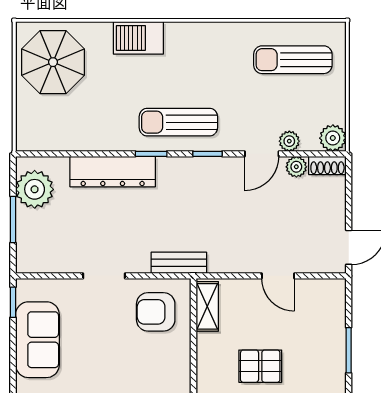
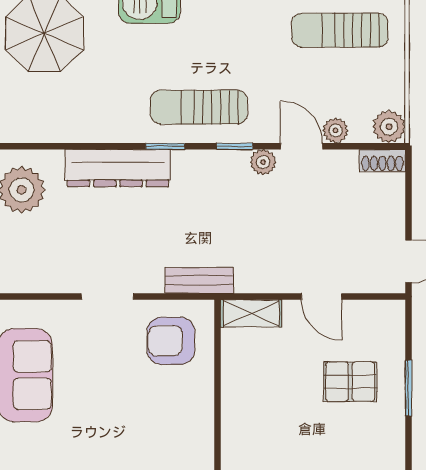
door: (262, 154) -> (302, 146), swing flipped
plant: (296, 167) -> (263, 162), moved
shelving: (207, 306) -> (251, 313), moved, turned 90
pallet: (260, 366) -> (350, 382), moved

